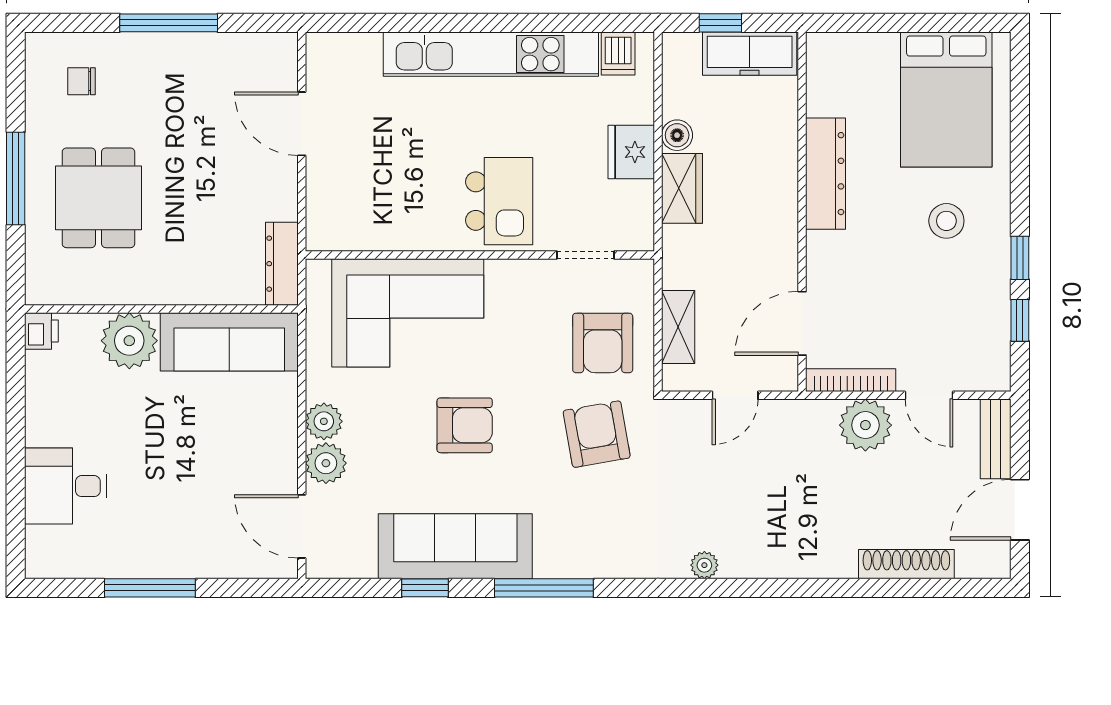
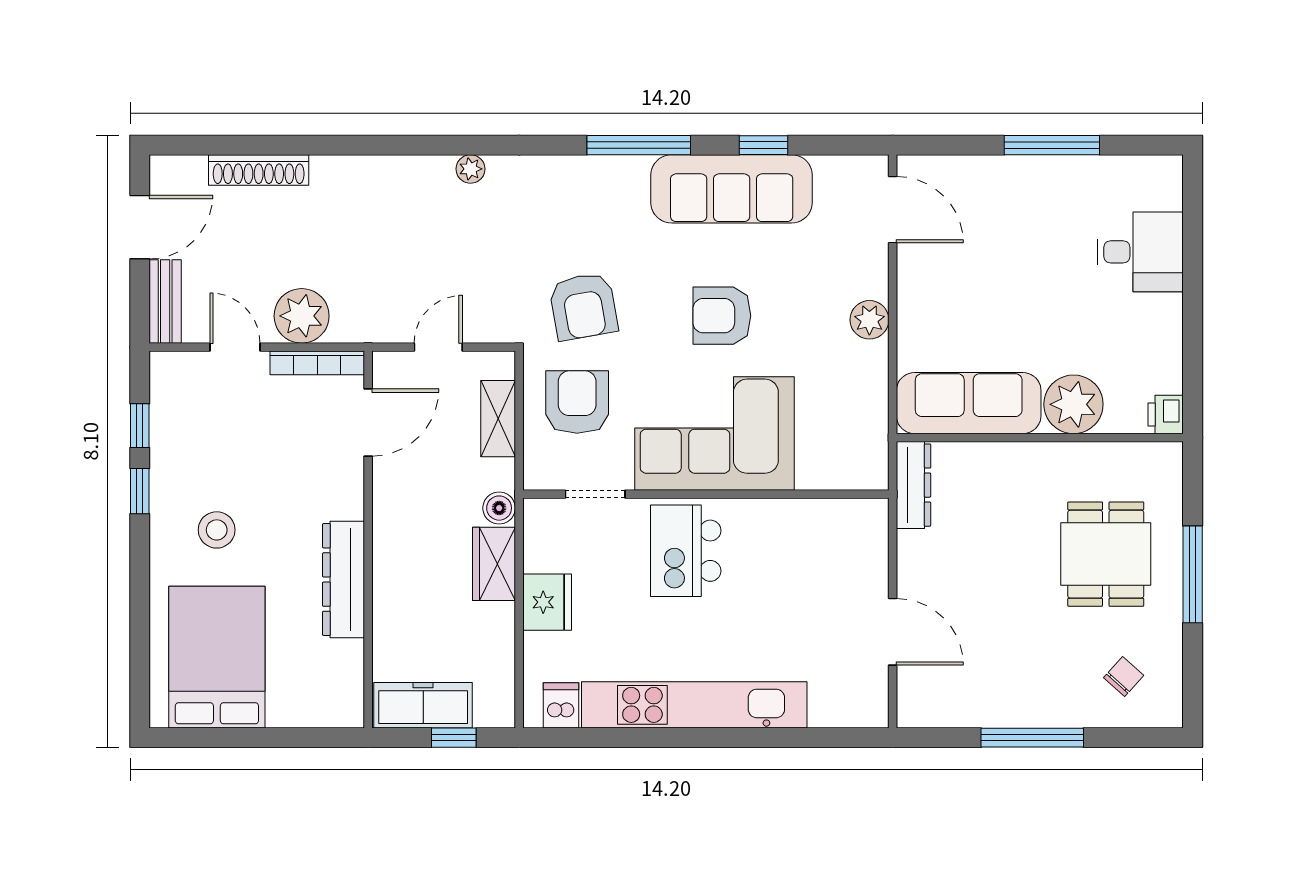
chair: (81, 81) -> (1124, 676), turned -48
boiler: (677, 135) -> (499, 508), moved
corner sofa: (408, 313) -> (714, 434), moved
plant: (326, 463) -> (867, 276), removed

